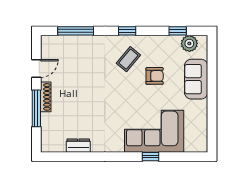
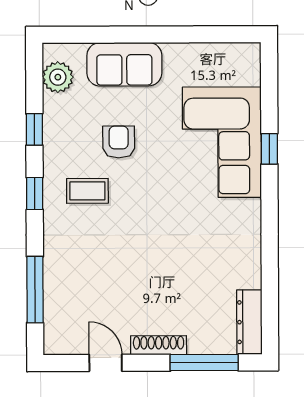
window: (178, 31) -> (34, 129), moved
coffee table: (128, 59) -> (87, 191), turned -40
window: (36, 108) -> (204, 363), moved
dresser: (78, 146) -> (249, 322), moved, width x1.44

